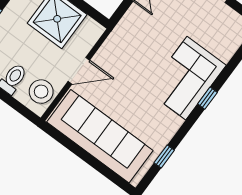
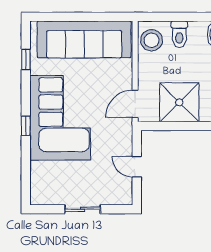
door: (79, 71) -> (135, 104), moved
corner sofa: (186, 78) -> (60, 118), width x1.36, depth x1.36

